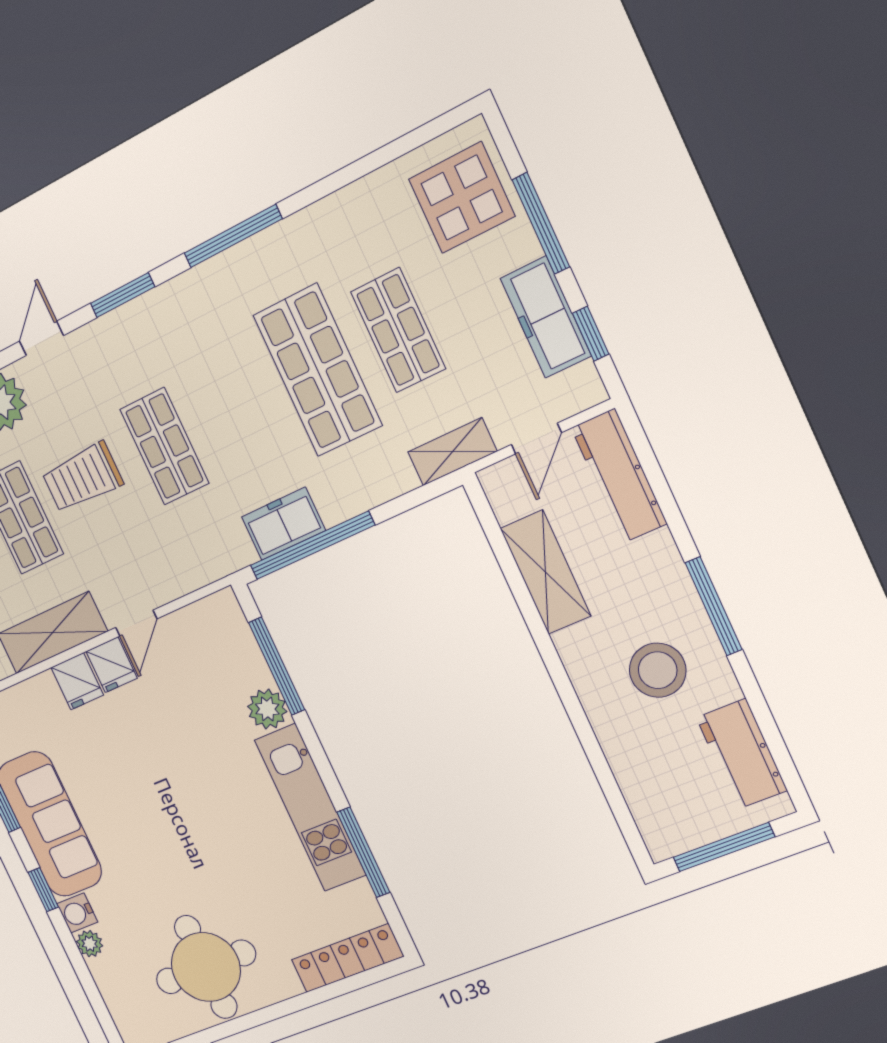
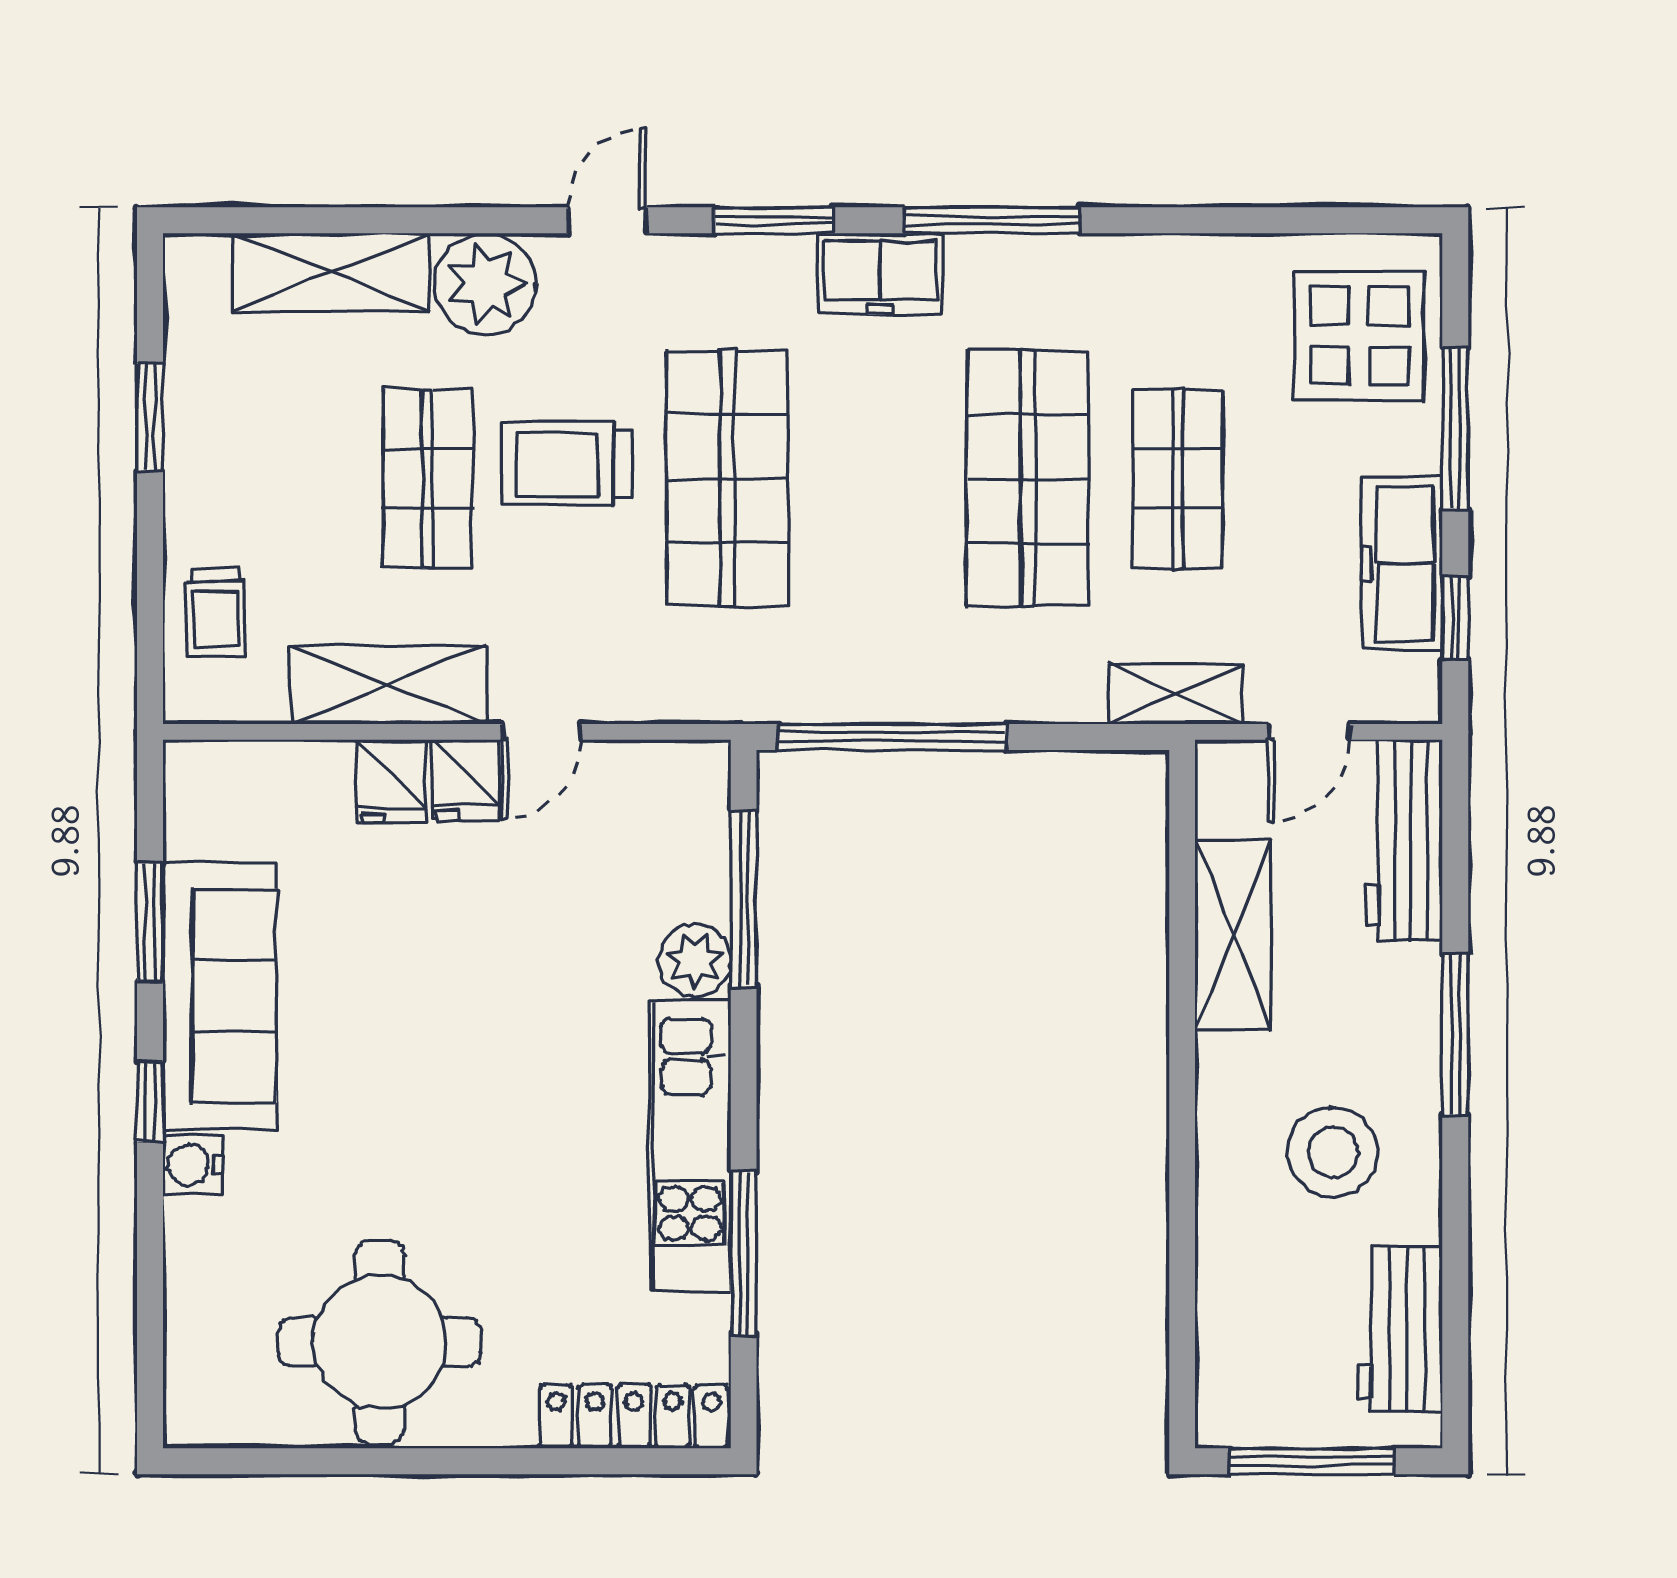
shop shelf: (164, 446) -> (728, 479), width x1.43, depth x1.36
freezer: (283, 524) -> (880, 274), moved, turned 180
window: (714, 606) -> (1455, 1034), moved
plant: (90, 944) -> (189, 1225), removed

